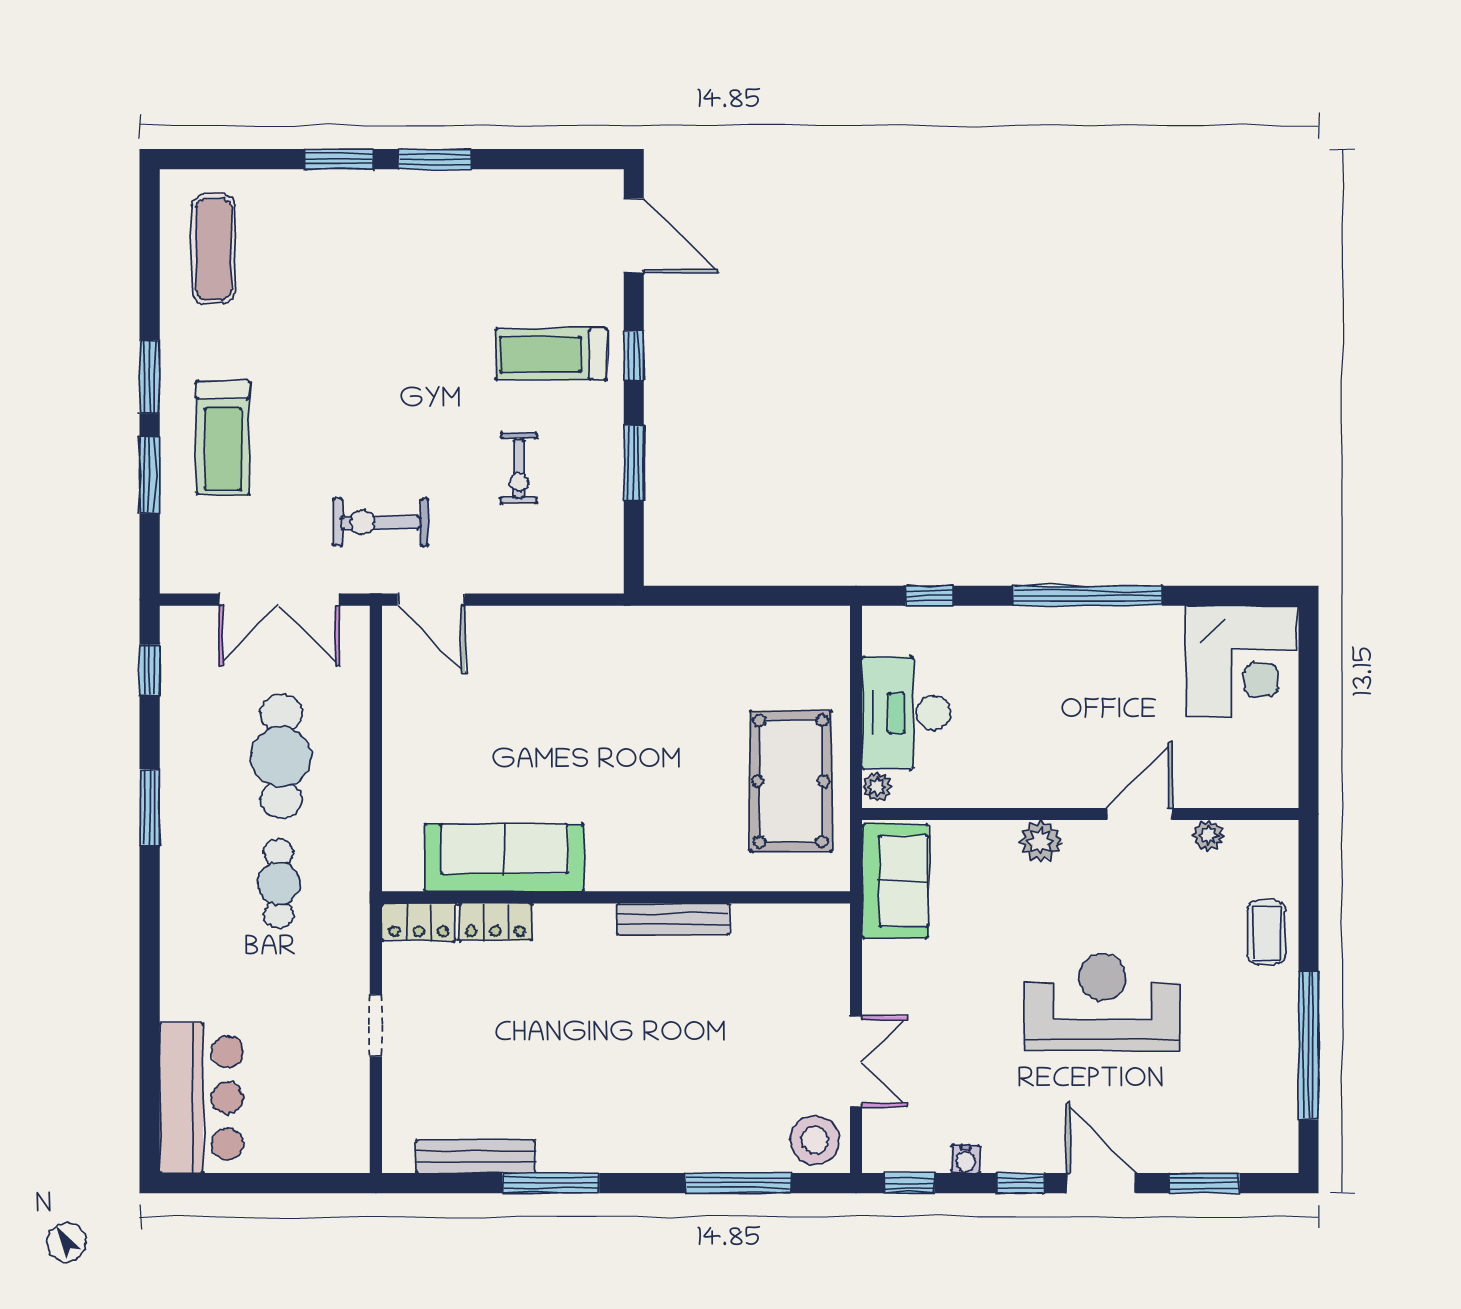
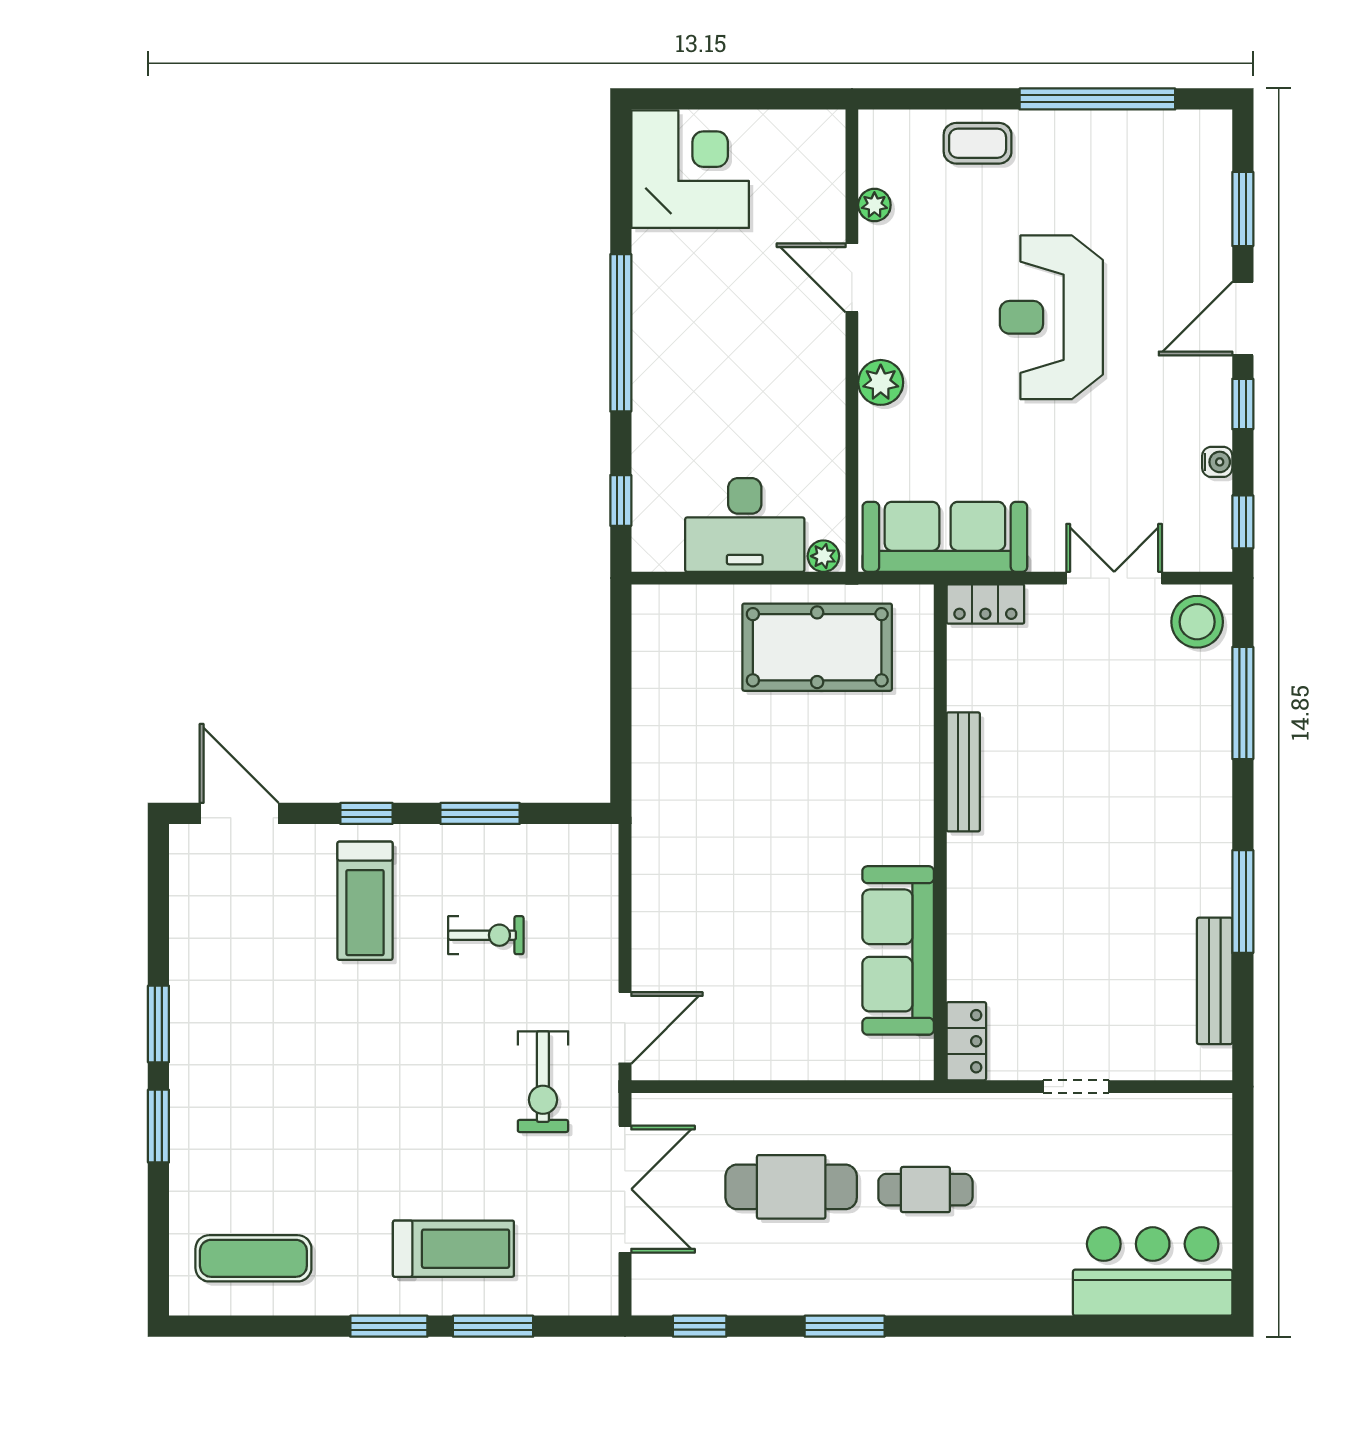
door: (634, 235) -> (239, 813), hinge flipped
sofa: (895, 881) -> (945, 537), width x1.36
locker: (496, 922) -> (985, 604), moved, turned 90

